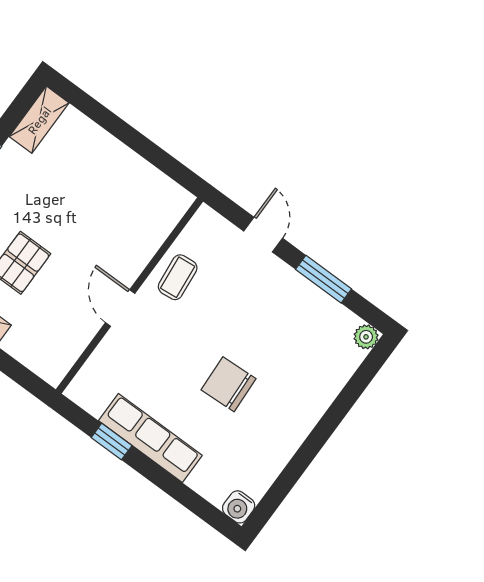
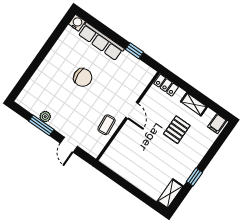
plant: (366, 337) -> (45, 117), moved
locker: (42, 363) -> (166, 85), added
row of seats: (150, 438) -> (101, 41), moved

